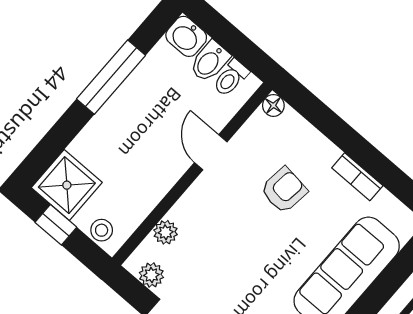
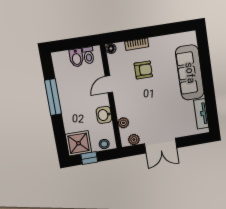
washbasin: (186, 36) -> (104, 115), moved, turned 90
door: (211, 152) -> (109, 84), hinge flipped
bookcase: (357, 177) -> (137, 44), moved
armchair: (284, 190) -> (143, 70), turned 83

